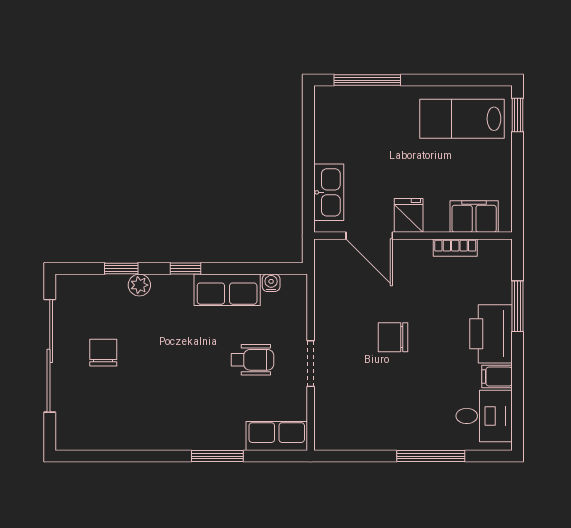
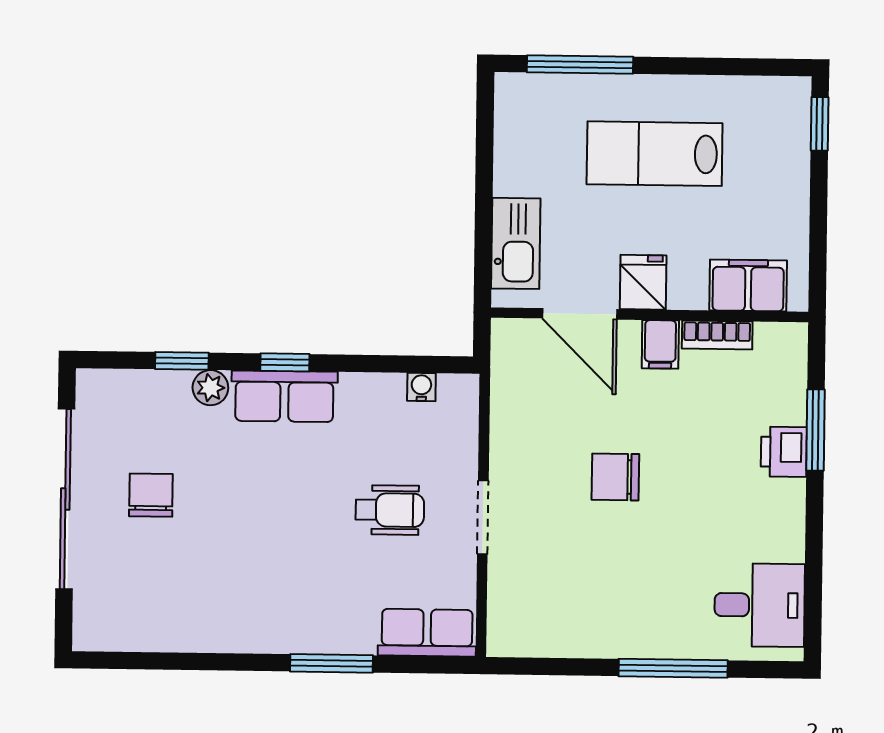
lab bench: (462, 119) -> (655, 154), moved
row of seats: (227, 290) -> (284, 396), moved
printer: (491, 334) -> (784, 452), width x0.53, depth x0.68
filing cabinet: (497, 377) -> (660, 344), moved, turned -90

